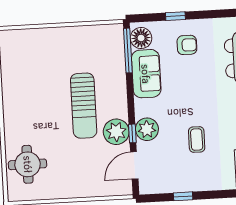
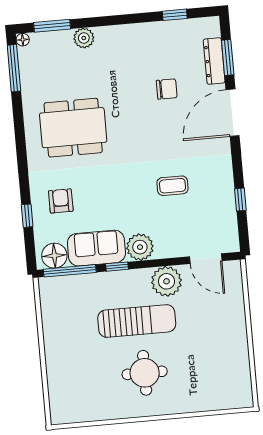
plant: (147, 129) -> (140, 247), moved
window: (132, 133) -> (117, 267), moved
round table: (28, 164) -> (145, 373), moved

